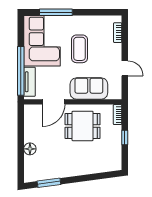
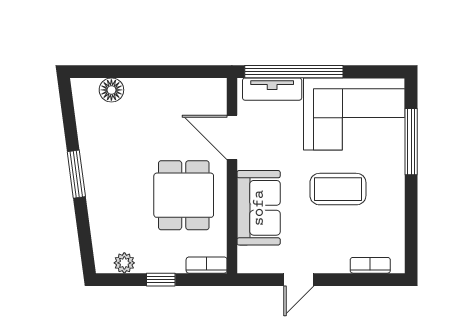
floor lamp: (30, 149) -> (111, 90), moved
plant: (116, 156) -> (124, 263), added
window: (49, 183) -> (76, 174), moved

